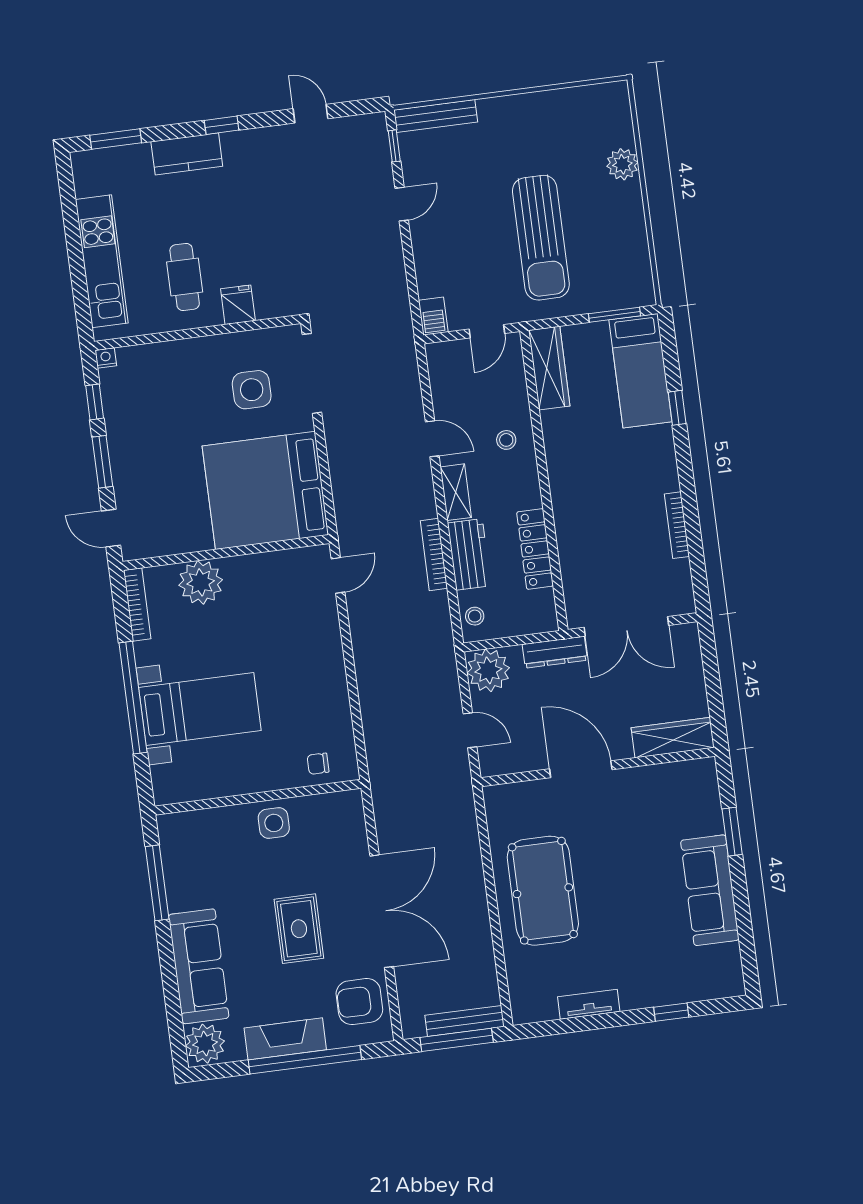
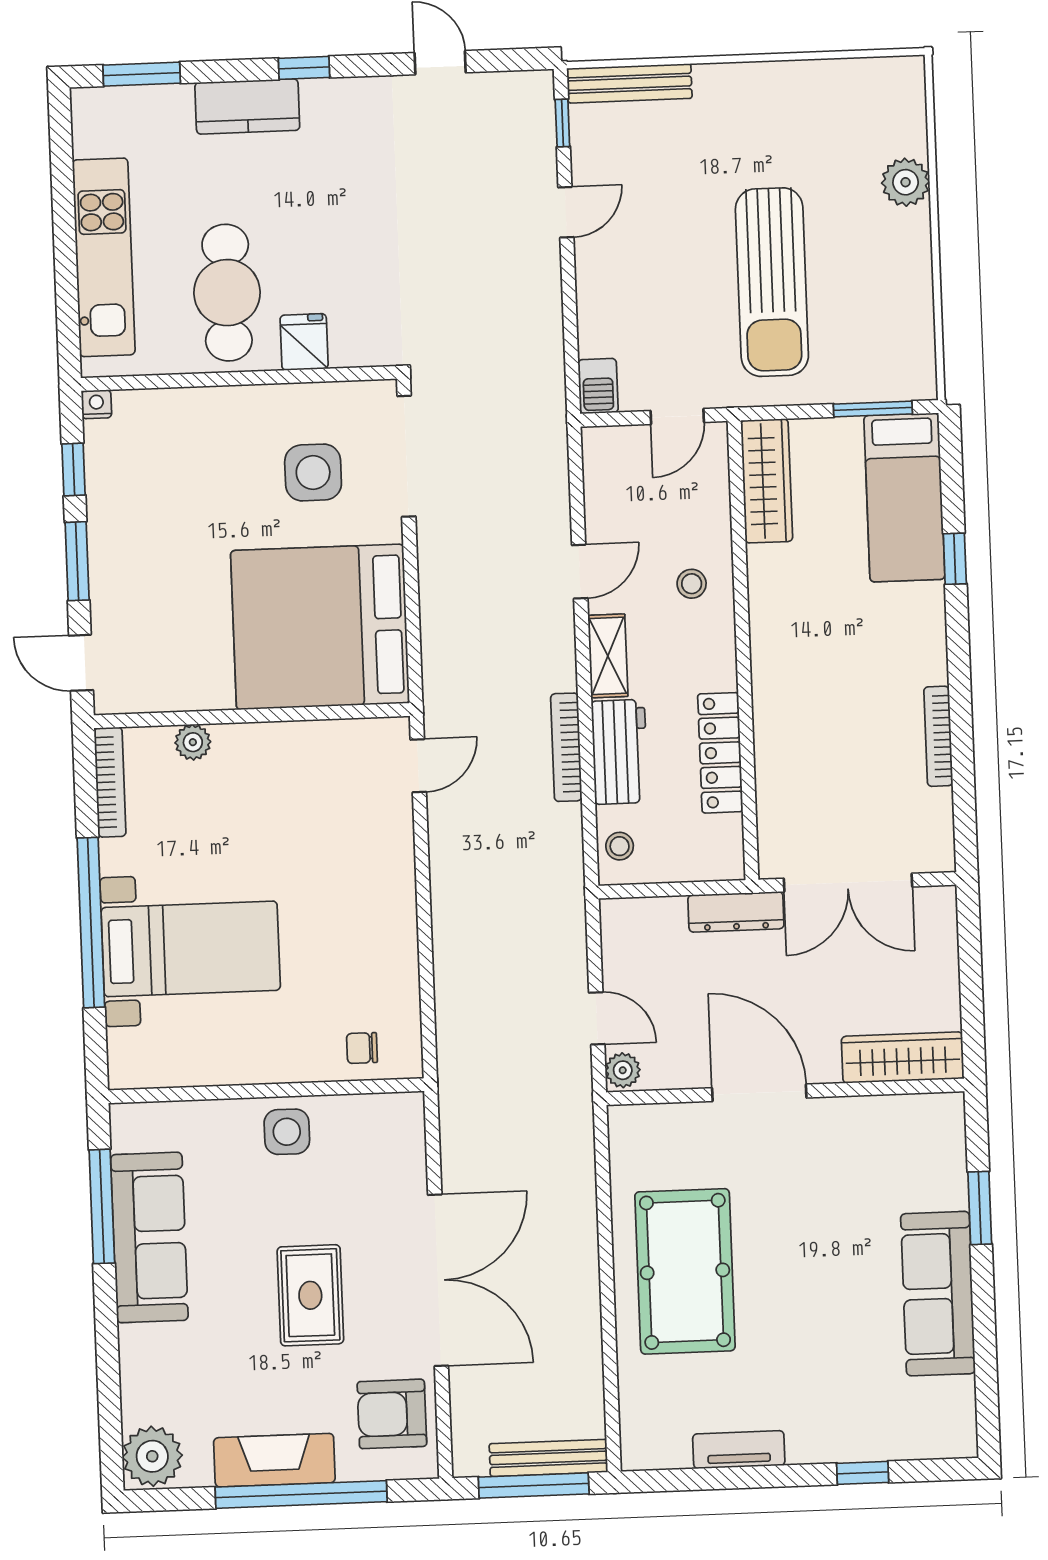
cafe table: (185, 277) -> (227, 293), width x1.37, depth x1.35
door: (432, 439) -> (580, 572), hinge flipped
plant: (201, 582) -> (193, 742), width x0.53, depth x0.53
plant: (488, 670) -> (623, 1070), moved, width x0.53, depth x0.53
sofa: (199, 966) -> (149, 1237), moved

